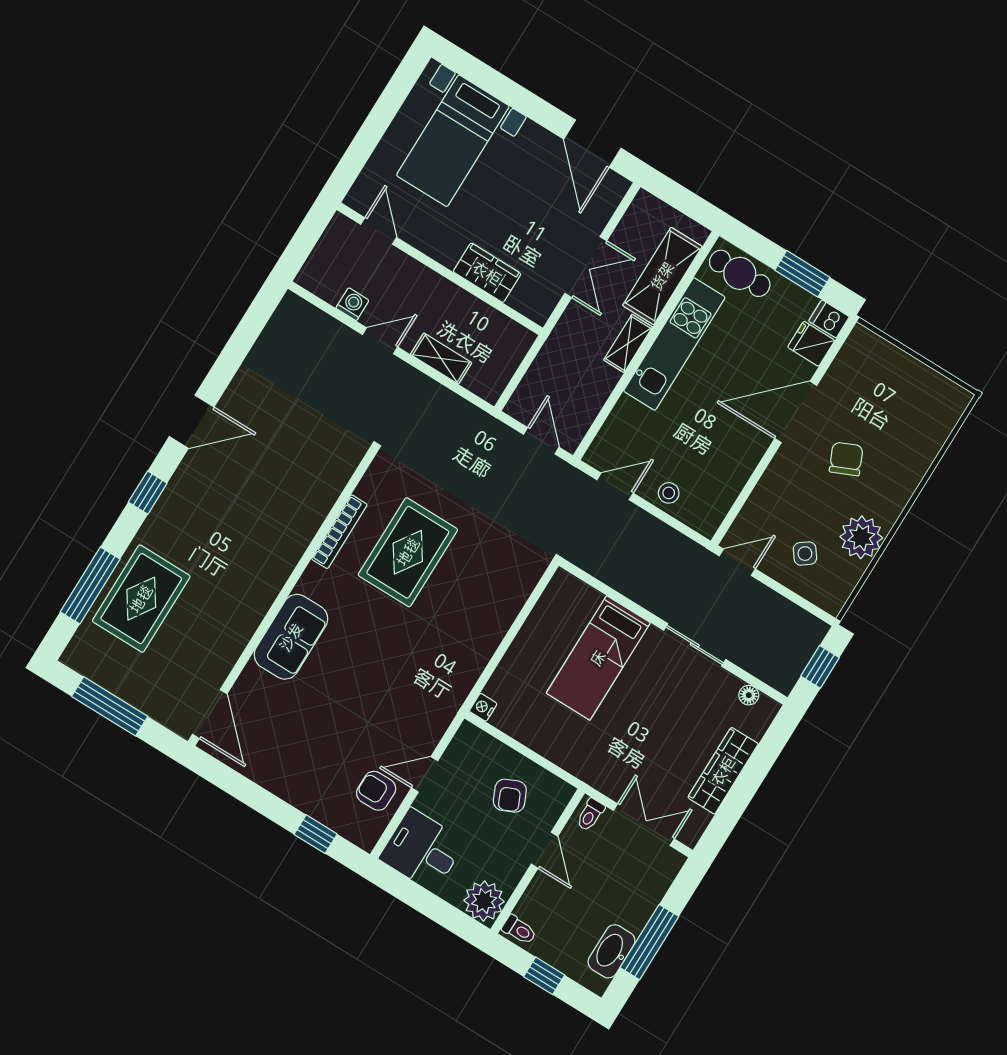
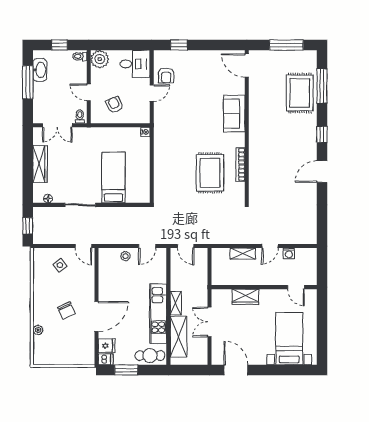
plant: (861, 537) -> (38, 330), moved, width x0.53, depth x0.53
door: (737, 562) -> (83, 246), hinge flipped
armchair: (376, 791) -> (166, 75), turned 90

